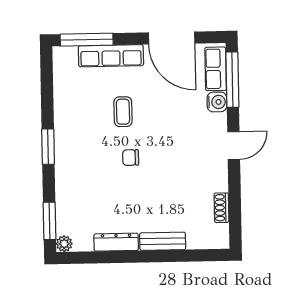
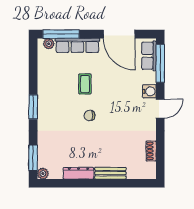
plant: (69, 54) -> (49, 44), added
water cooler: (217, 102) -> (149, 91), moved

